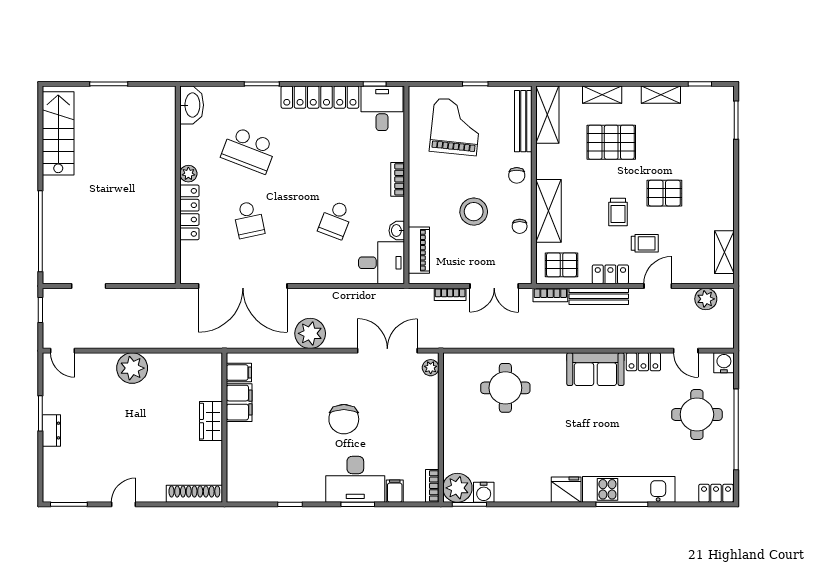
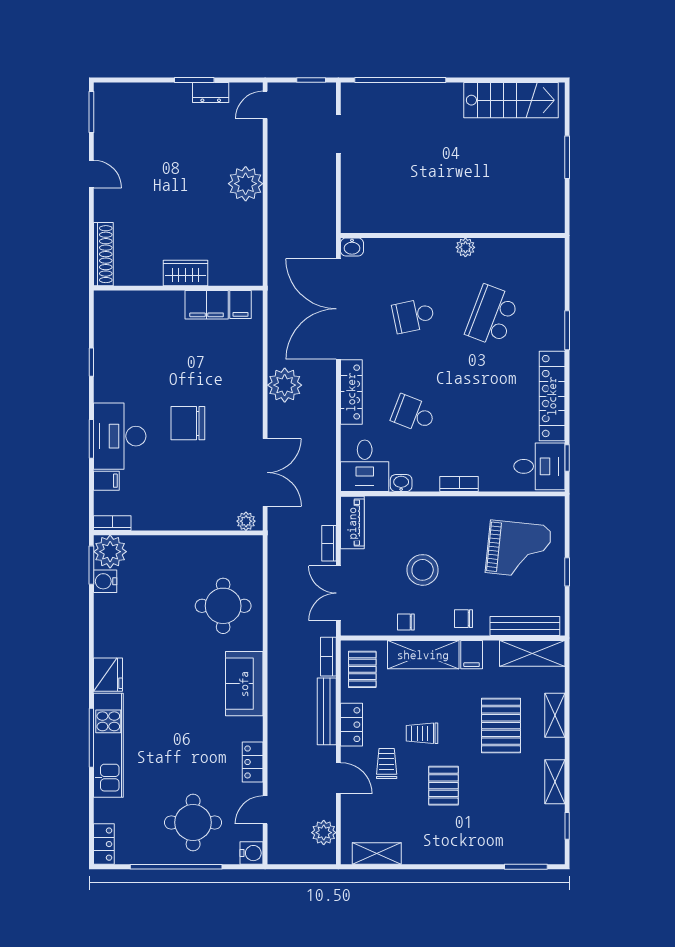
washbasin: (192, 105) -> (352, 247), moved, width x0.52, depth x0.69
filing cabinet: (549, 168) -> (472, 655), added
locker: (189, 212) -> (351, 392), moved, turned -90
trolley: (645, 243) -> (387, 764), turned 180
piano: (419, 250) -> (352, 523), moved, turned -90
sofa: (595, 369) -> (244, 684), moved
dresser: (51, 431) -> (211, 92), moved

